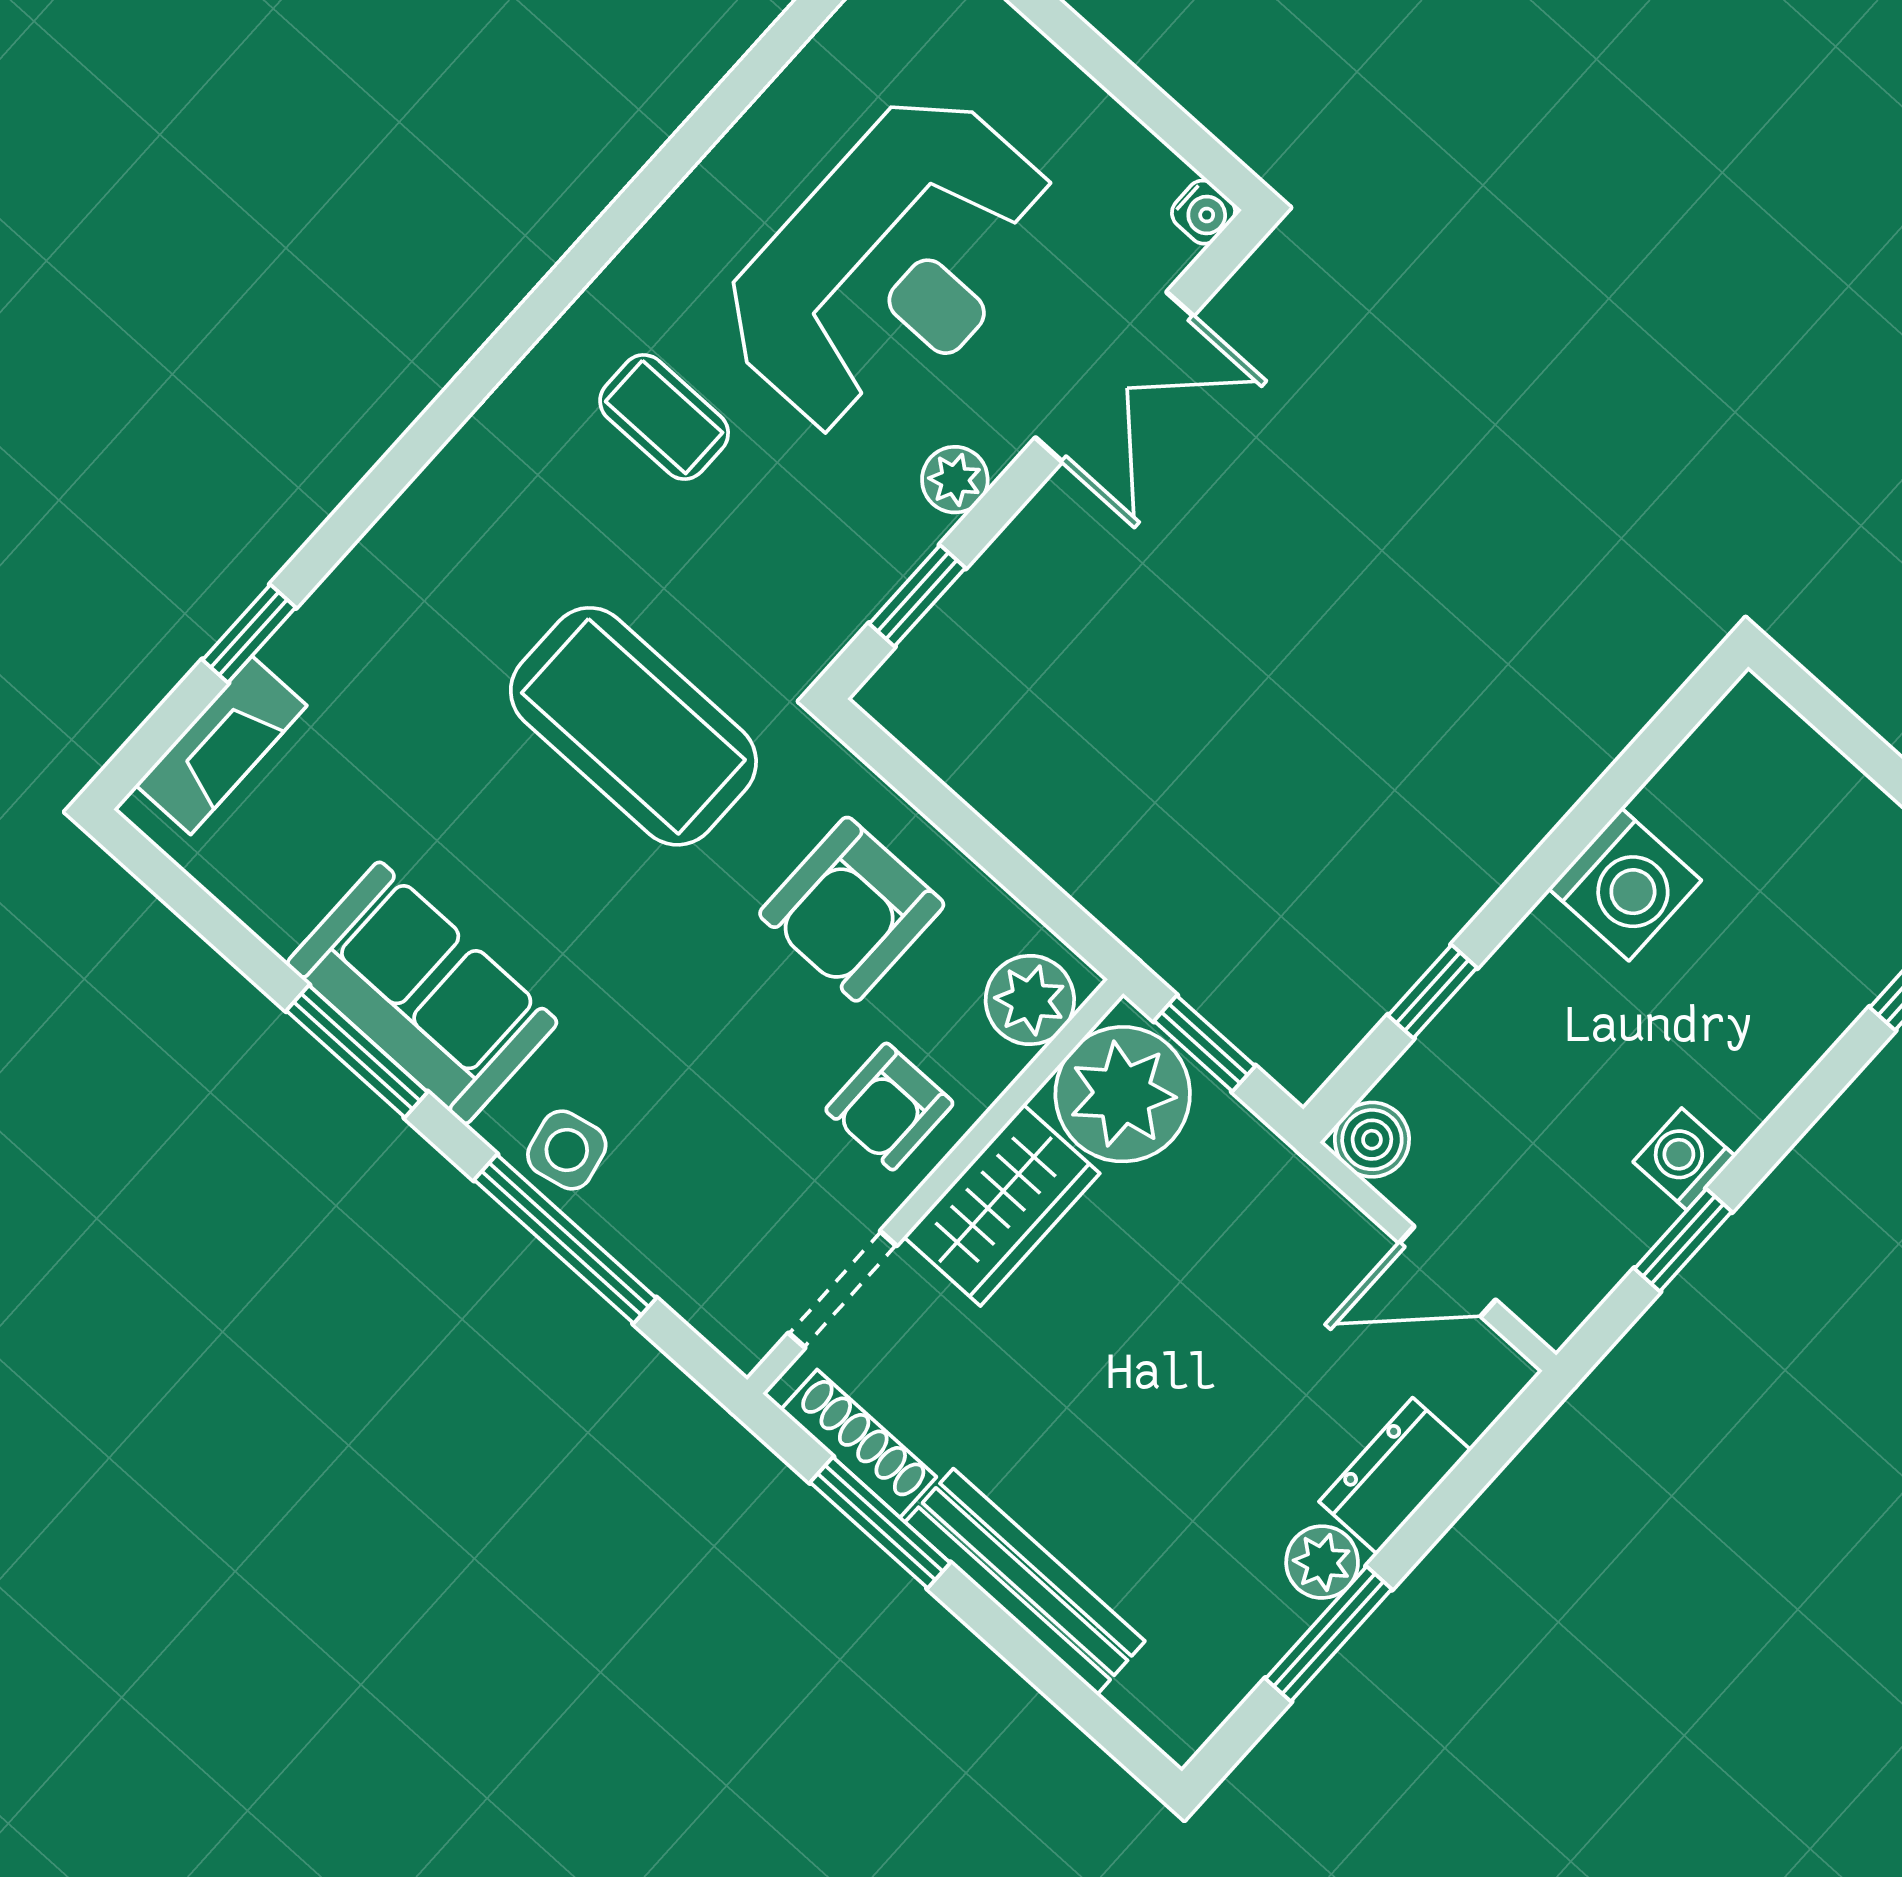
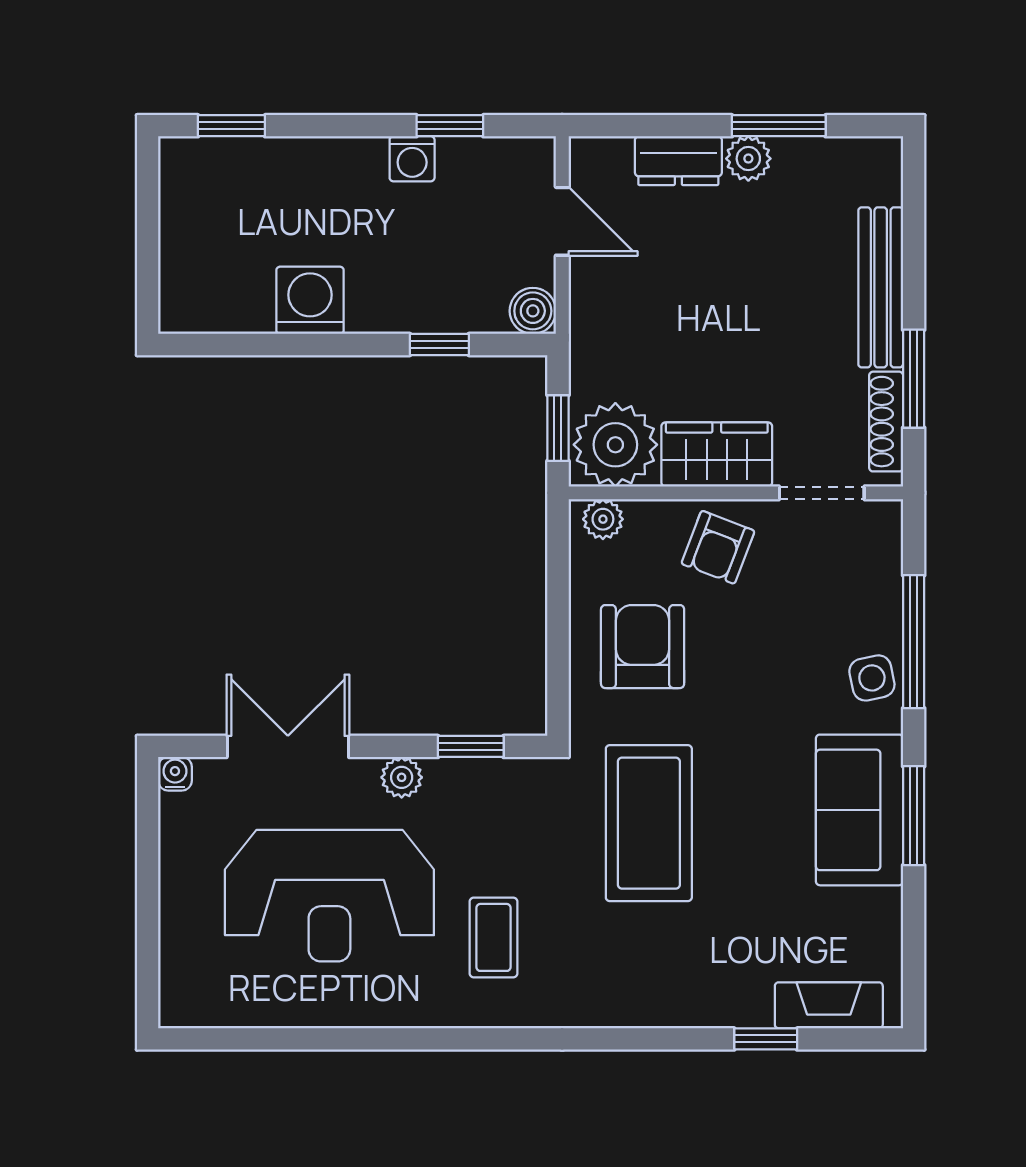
reception desk: (891, 266) -> (329, 896), turned 180
armchair: (852, 909) -> (643, 647), turned -90
plant: (1030, 1000) -> (603, 519), width x0.73, depth x0.73
armchair: (889, 1107) -> (718, 547), turned 111

